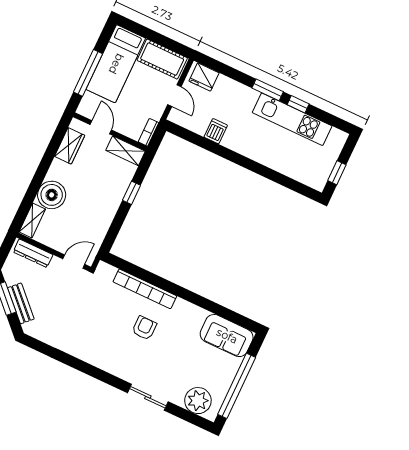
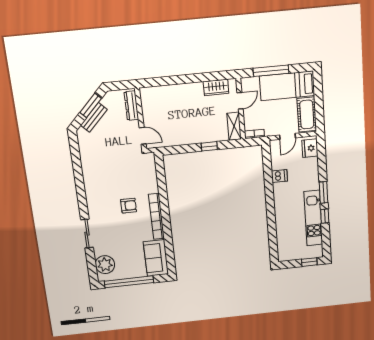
window: (337, 173) -> (309, 262), moved
boiler: (52, 195) -> (177, 95), removed
shelving: (32, 220) -> (152, 92), removed
bookcase: (145, 289) -> (156, 216), moved

